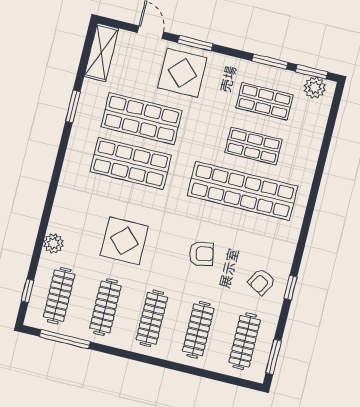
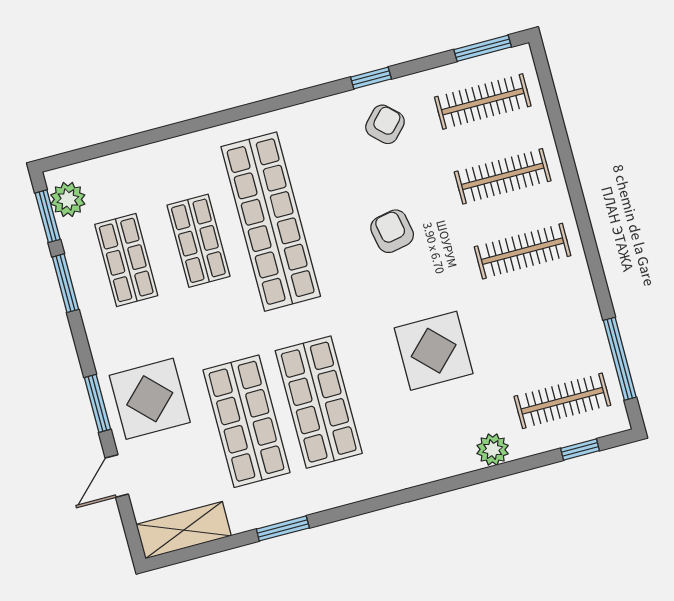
armchair: (261, 282) -> (385, 124), turned -76
clothes rail: (105, 307) -> (542, 326), removed

